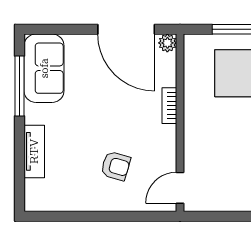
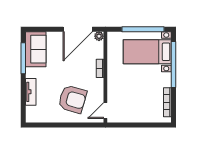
door: (126, 29) -> (78, 29), hinge flipped
armchair: (116, 166) -> (72, 99), width x1.88, depth x1.88

